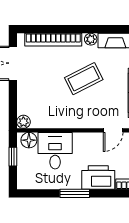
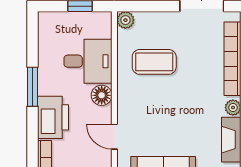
coffee table: (84, 79) -> (154, 62), moved, turned -63
floor lamp: (29, 140) -> (102, 95), moved

